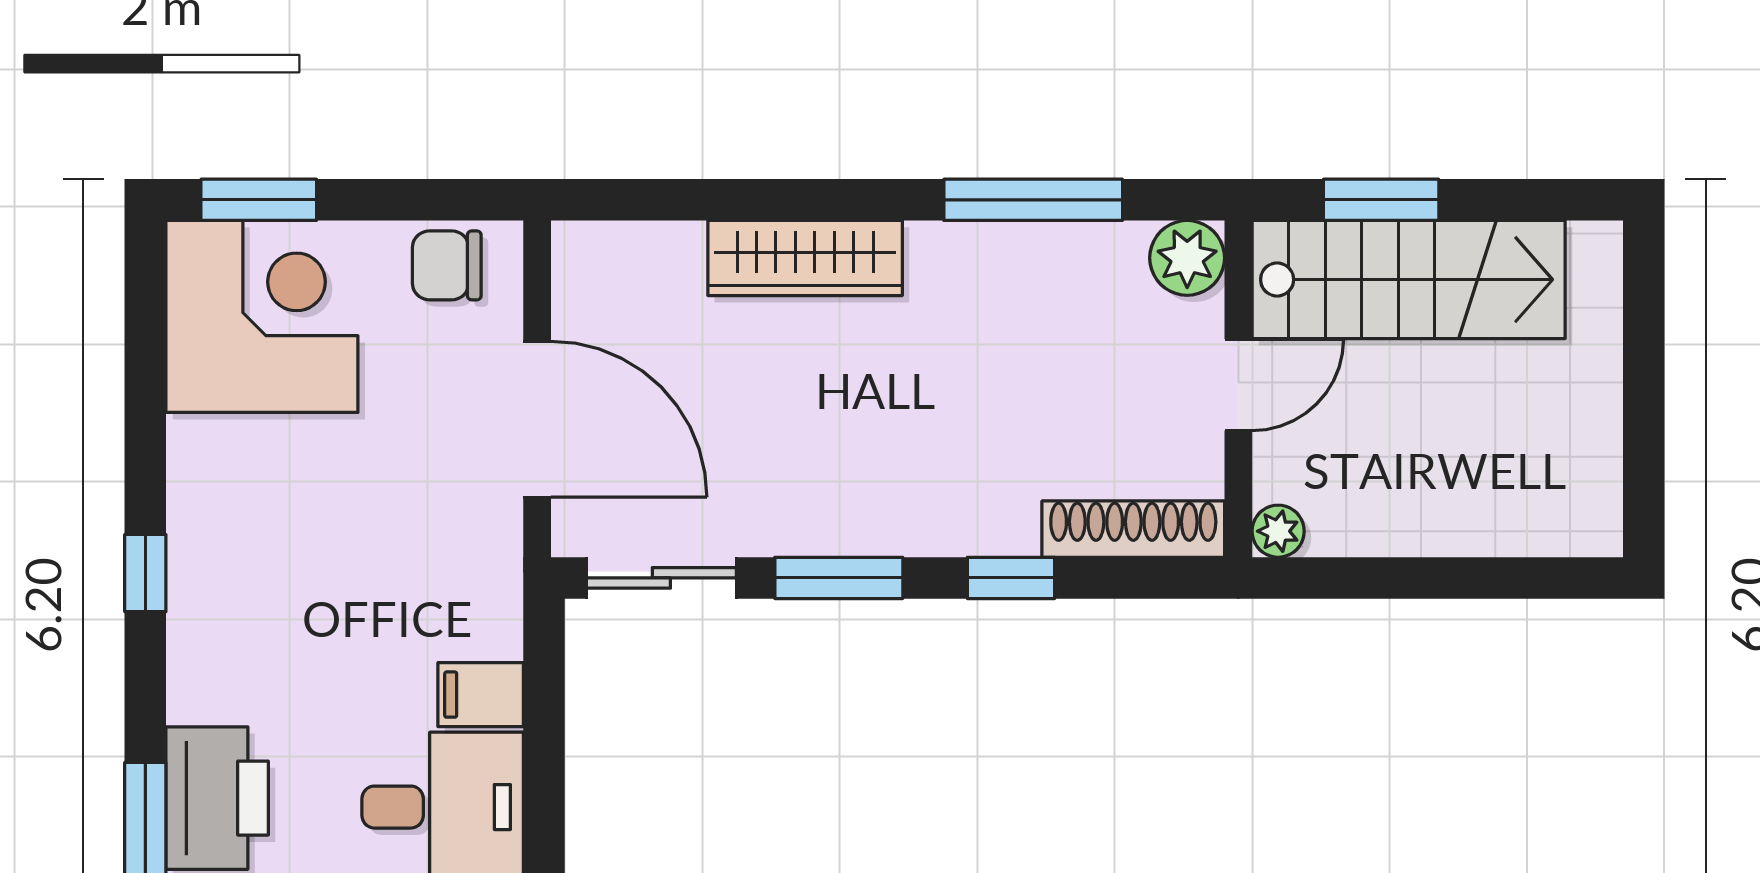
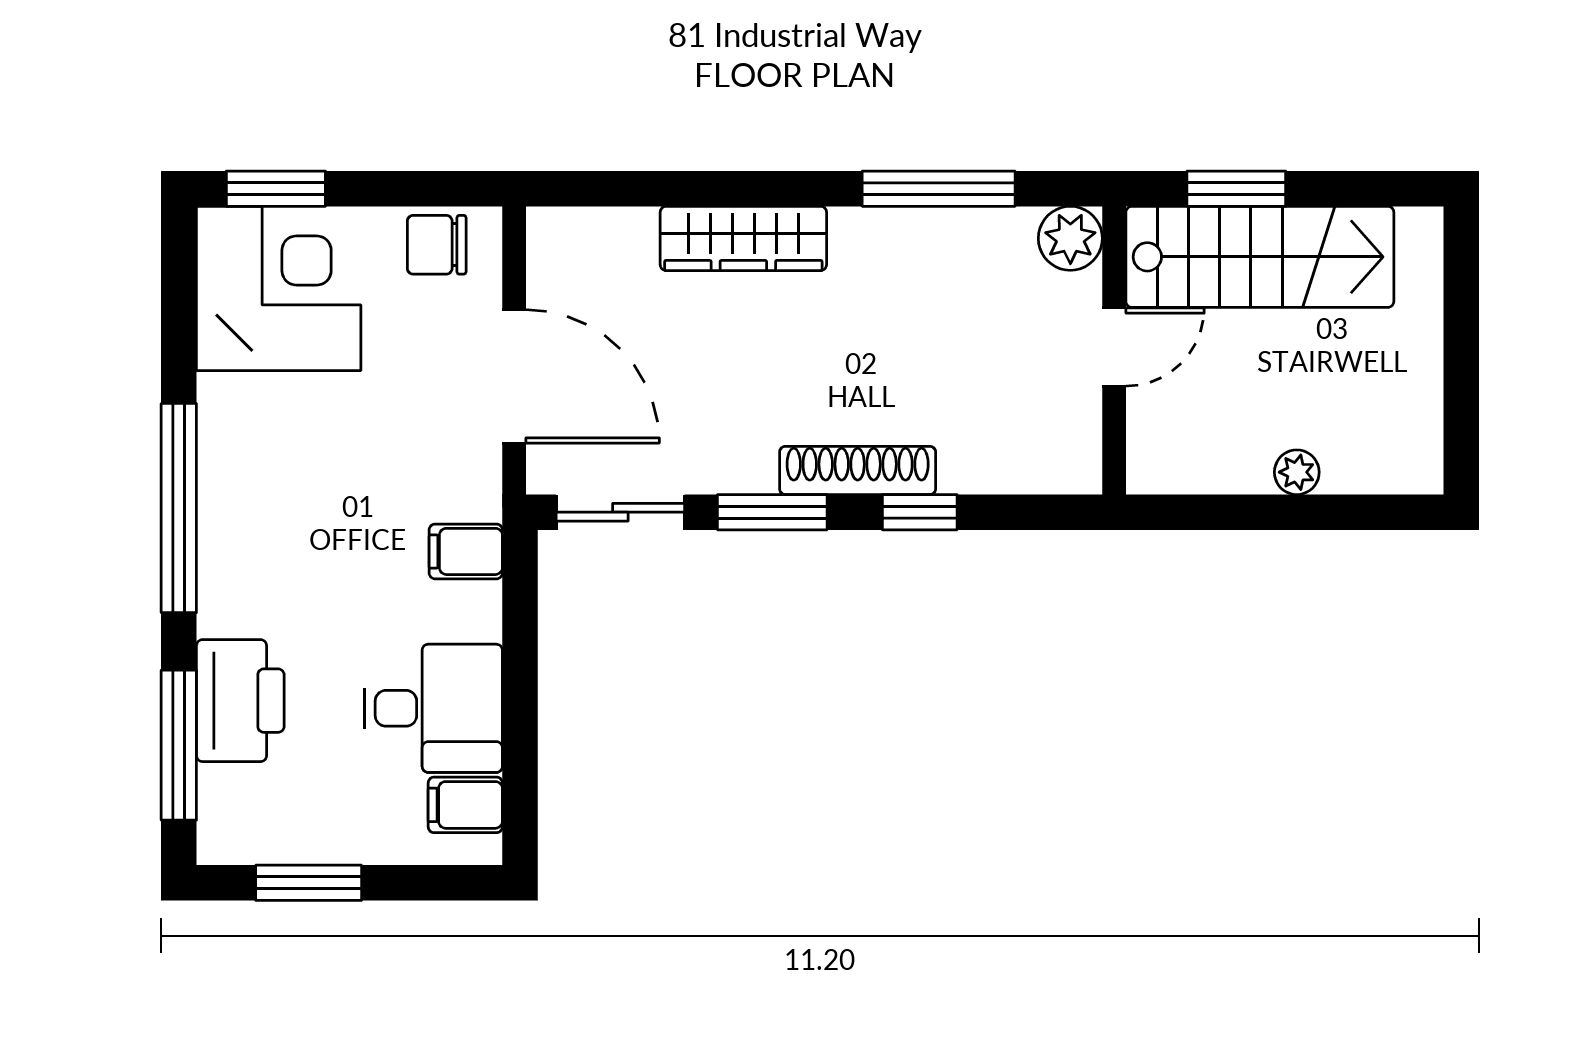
shoe rack: (1133, 529) -> (858, 470), moved
plant: (1278, 531) -> (1297, 472), moved
window: (145, 573) -> (179, 508), width x3.17
filing cabinet: (481, 695) -> (466, 551), moved

